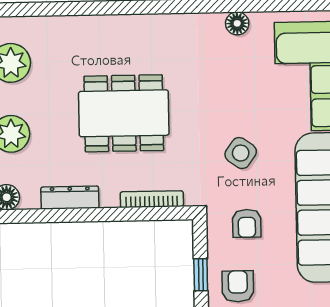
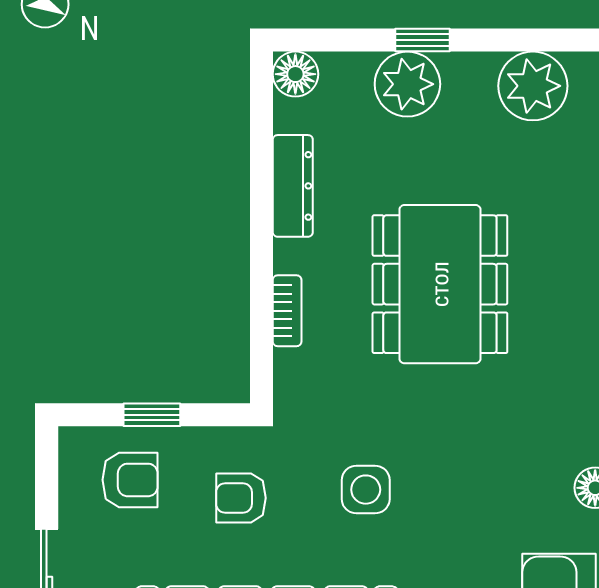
side table: (241, 153) -> (366, 490), turned -35
bookcase: (152, 199) -> (287, 311), width x0.64

